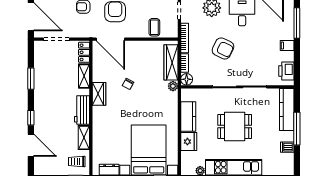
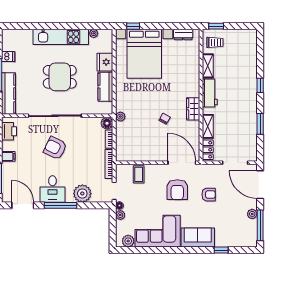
armchair: (223, 48) -> (55, 148), moved
wardrobe: (171, 62) -> (122, 140), removed
door: (31, 145) -> (260, 58), removed

